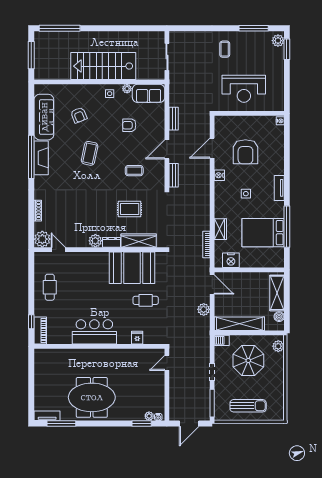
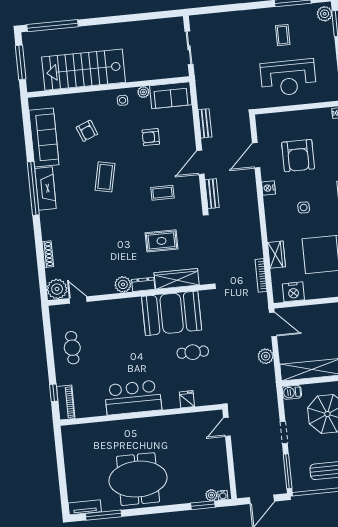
coffee table: (225, 49) -> (283, 35), moved
stairs: (103, 66) -> (84, 70), moved

